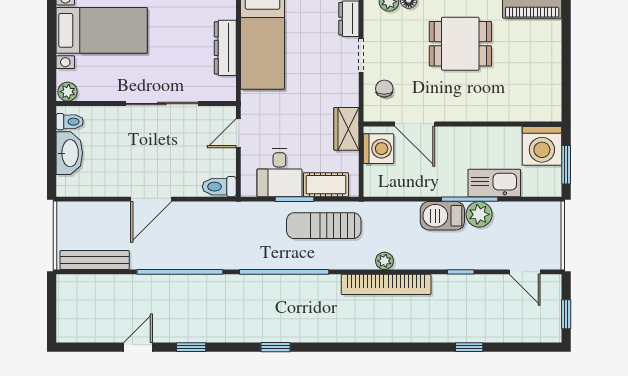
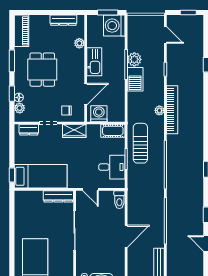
dresser: (225, 48) -> (58, 196), moved
dresser: (552, 83) -> (63, 20), added
plant: (509, 112) -> (79, 43), added
wardrobe: (346, 129) -> (74, 131), moved
washing machine: (542, 146) -> (114, 26), moved, turned 180
kitchen sink: (494, 183) -> (94, 62), moved, turned 180
cot: (326, 185) -> (113, 131), moved, turned 90
door: (151, 199) -> (126, 236), hinge flipped
sun lounger: (324, 226) -> (140, 143), turned 180
door: (525, 272) -> (165, 35), hinge flipped

